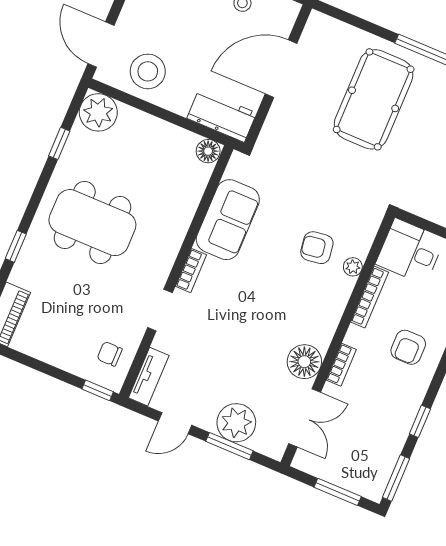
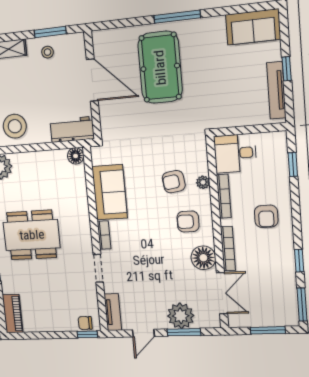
door: (281, 69) -> (92, 80), swing flipped
armchair: (309, 306) -> (188, 222), added
chair: (110, 354) -> (85, 323), moved
bookcase: (341, 365) -> (228, 249), width x1.56

